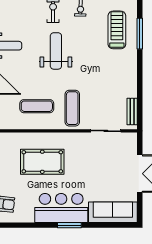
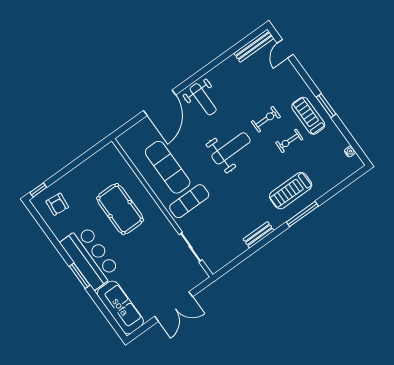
treadmill: (117, 30) -> (291, 191), turned 180
exercise mat: (37, 106) -> (168, 167), width x1.36, depth x1.45
bench: (132, 111) -> (259, 235), moved

